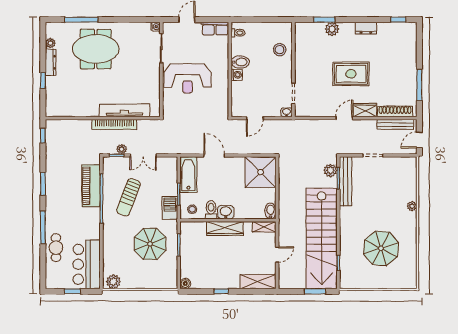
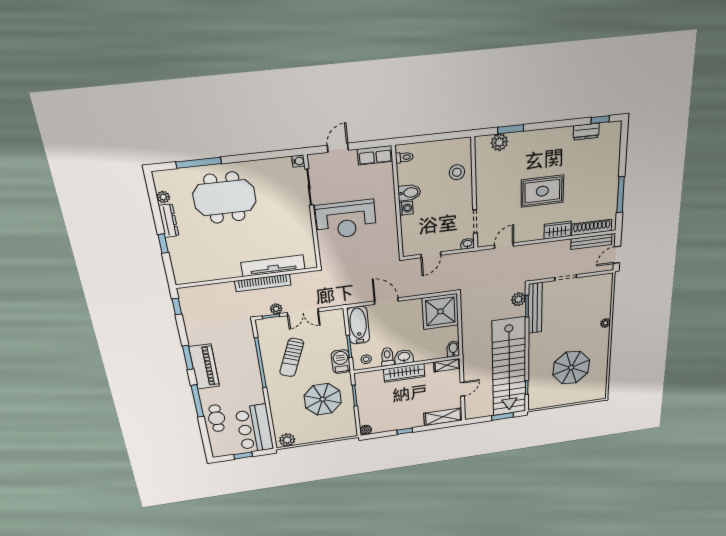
dresser: (366, 28) -> (586, 132), moved
plant: (332, 29) -> (499, 142), moved
door: (344, 118) -> (504, 246), moved
piano: (91, 186) -> (204, 367), moved, turned 180

